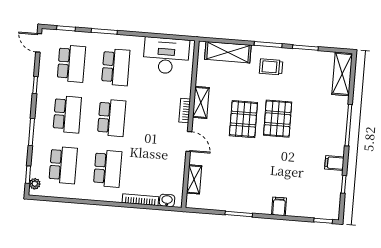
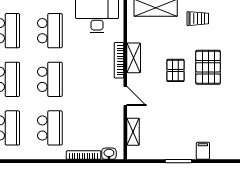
trolley: (271, 67) -> (198, 19), turned 180
bookcase: (185, 111) -> (119, 60), width x1.56
pallet: (243, 119) -> (175, 70), width x0.67, depth x0.71
filing cabinet: (279, 206) -> (203, 151), moved

